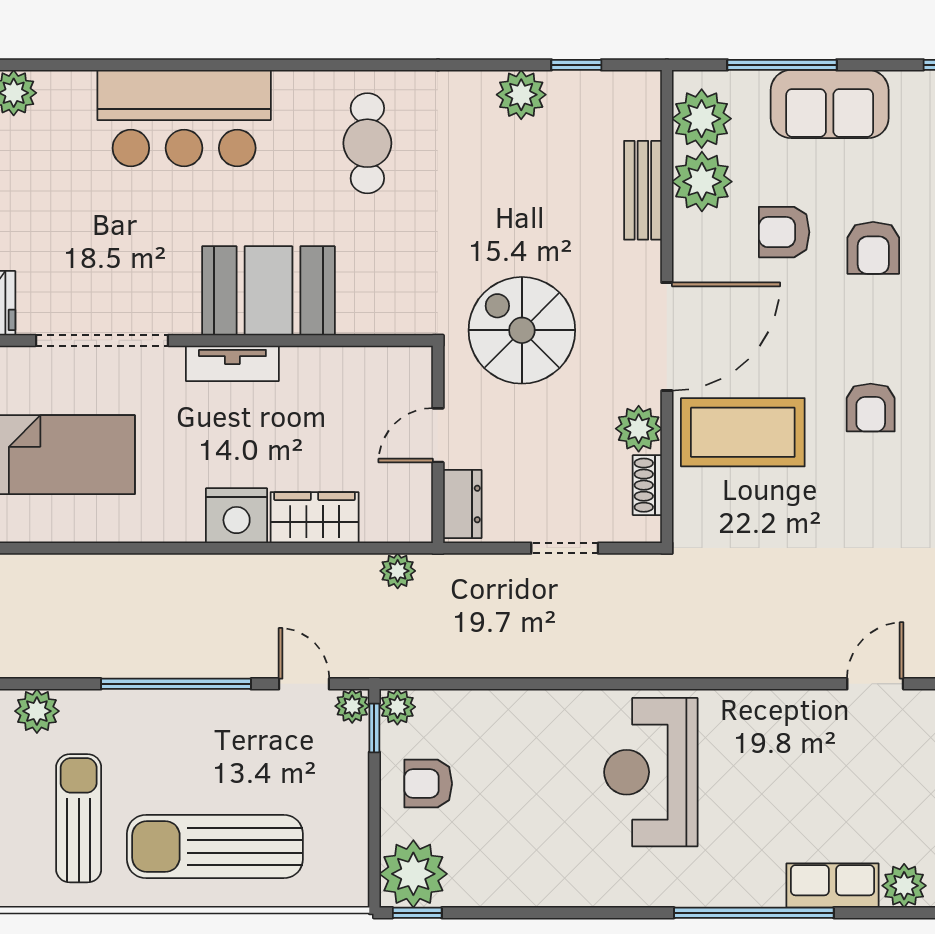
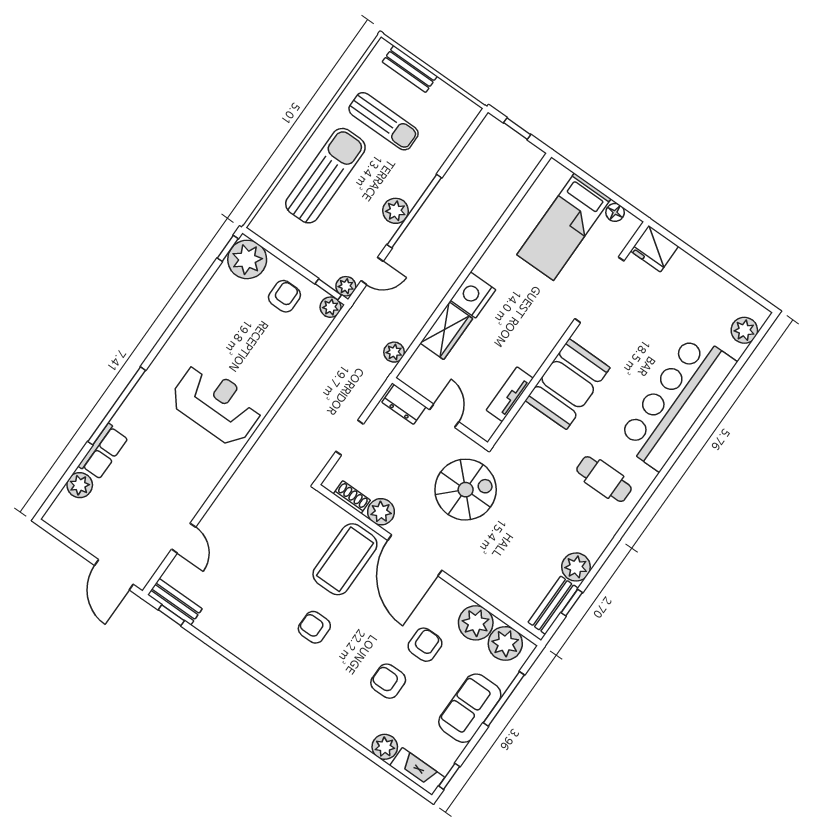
bar counter: (184, 118) -> (676, 402), width x1.36
bench: (643, 190) -> (553, 605), moved, turned 90
tv unit: (232, 363) -> (510, 394), moved
plant: (37, 711) -> (395, 211), moved

